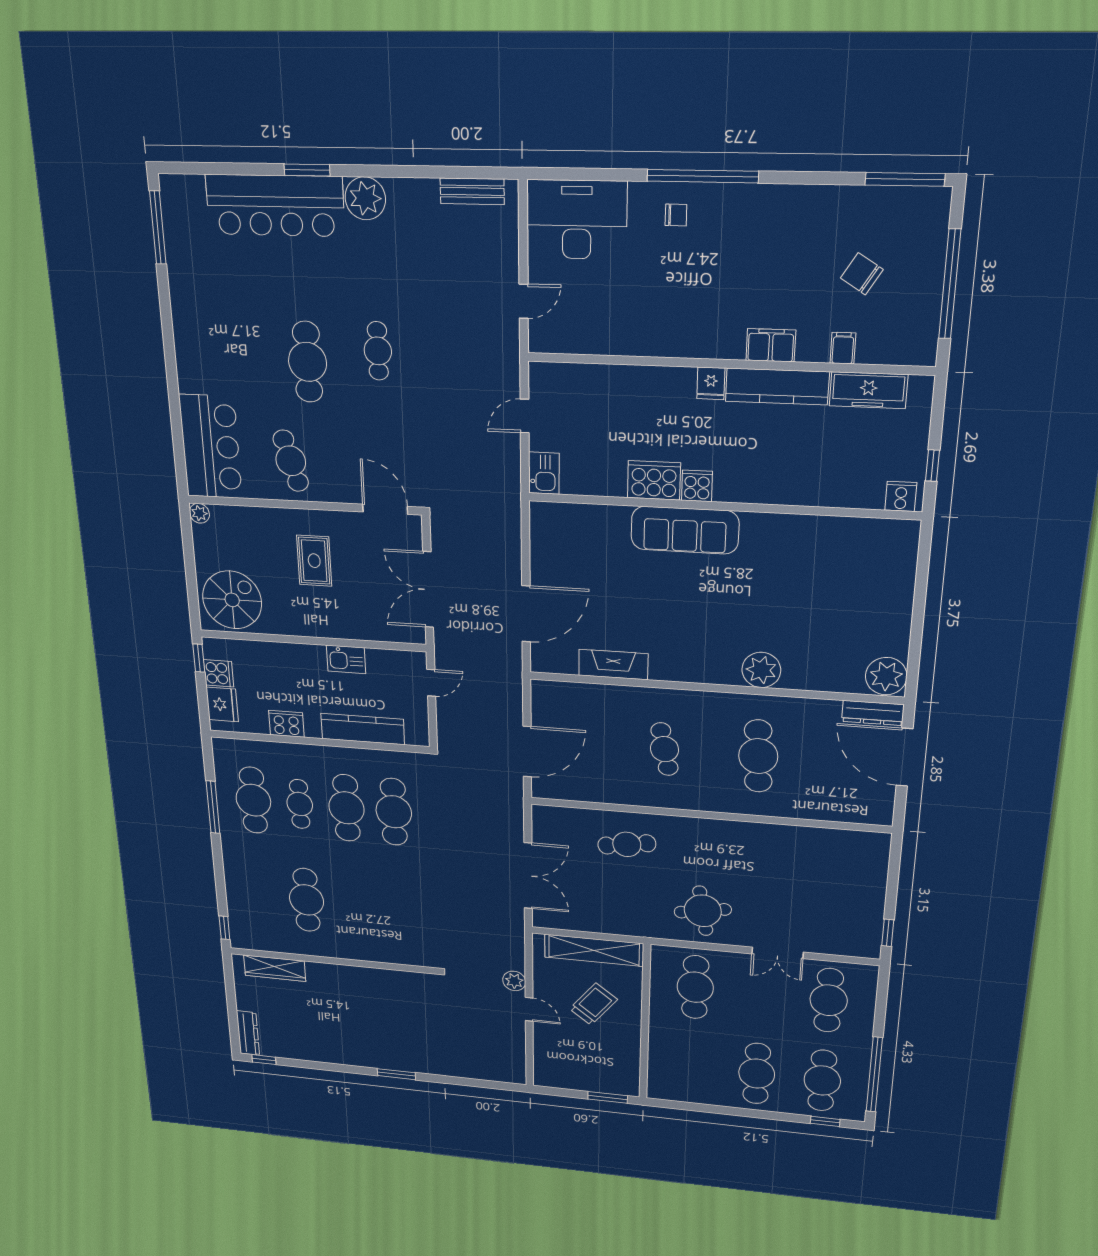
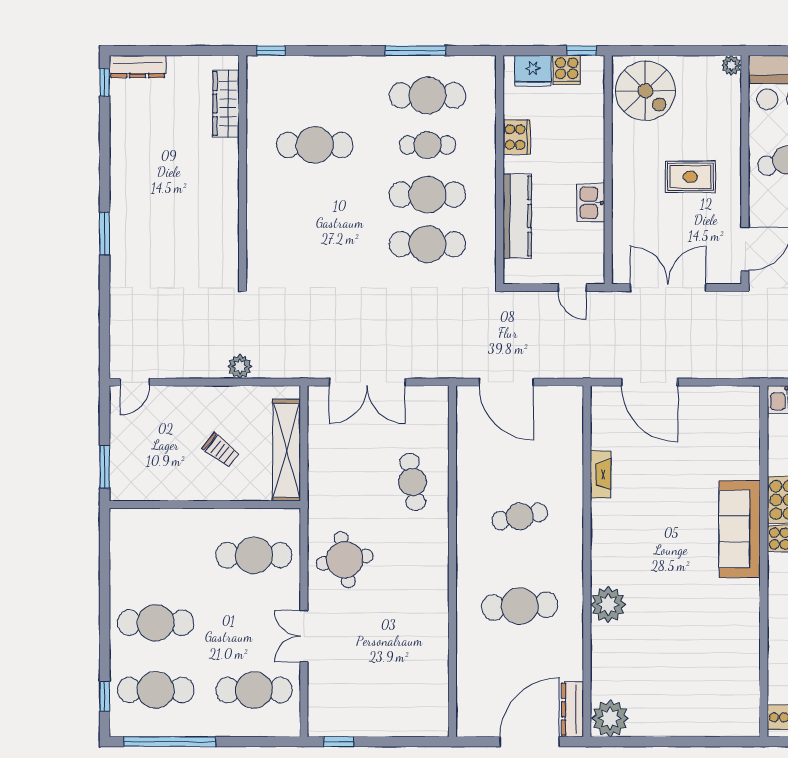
fireplace: (613, 665) -> (601, 474), width x0.73, depth x0.76
trolley: (593, 1004) -> (221, 450), width x0.73, depth x0.72
door: (529, 1009) -> (135, 382), moved

